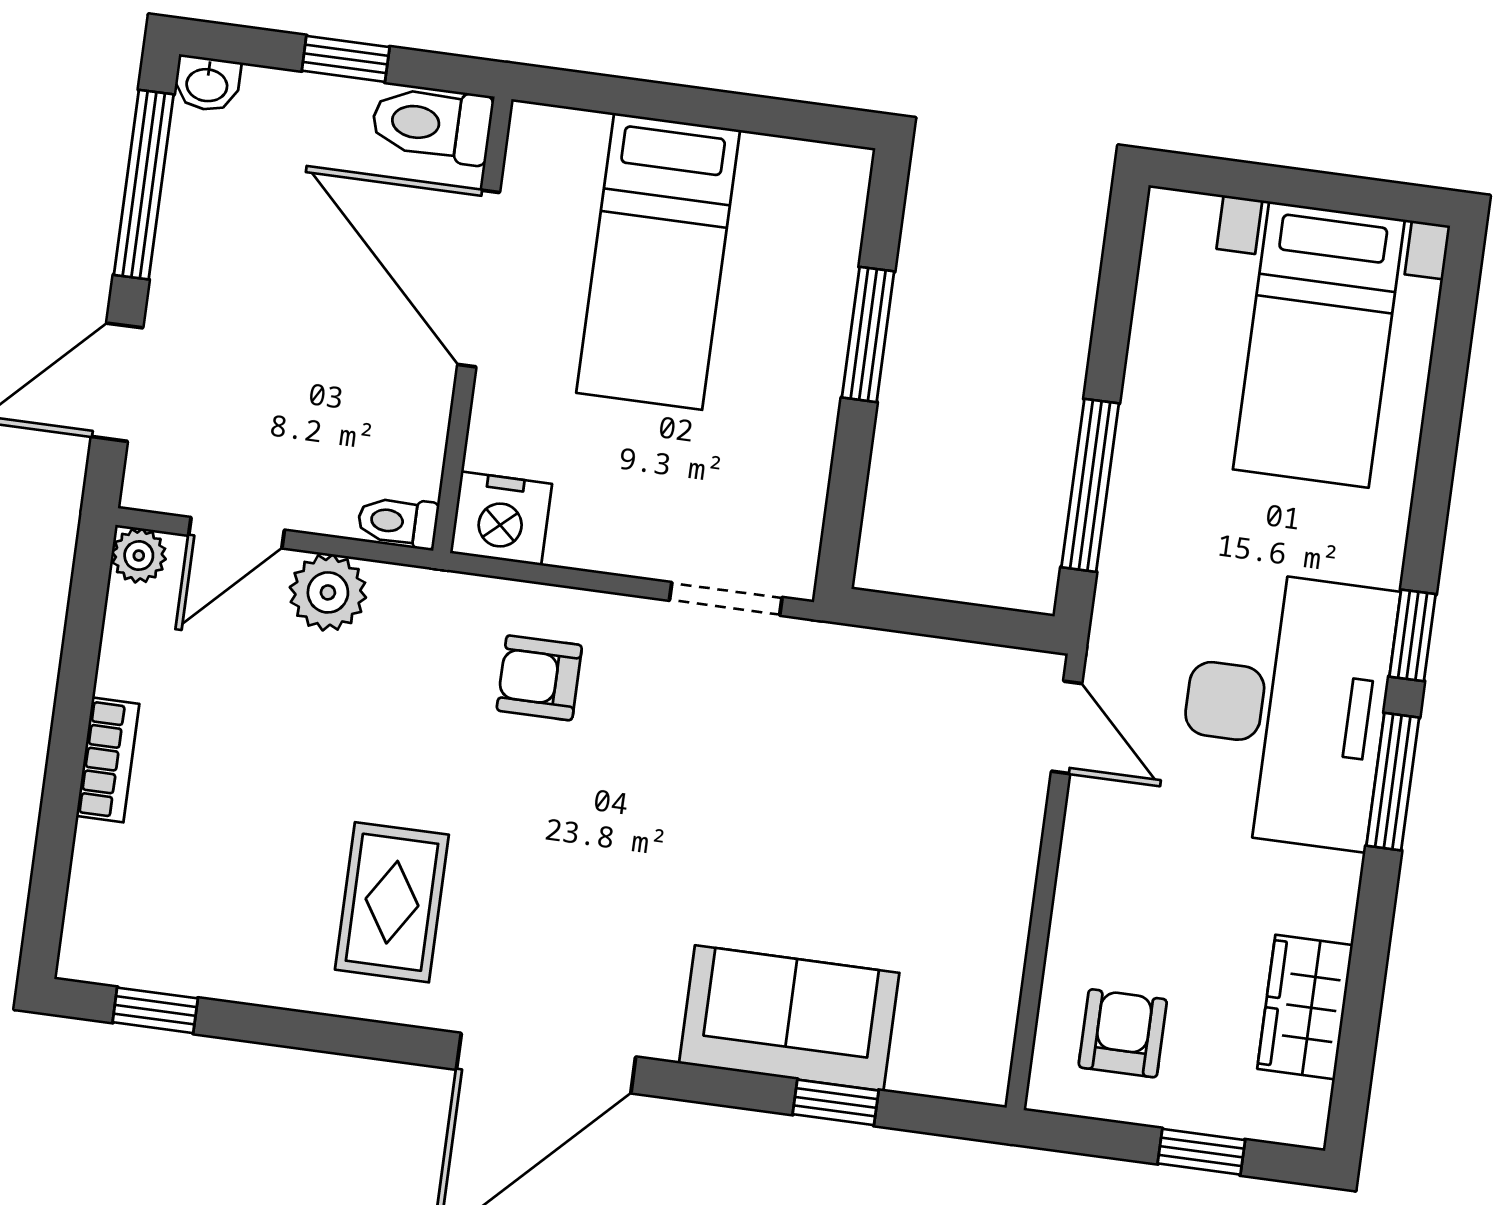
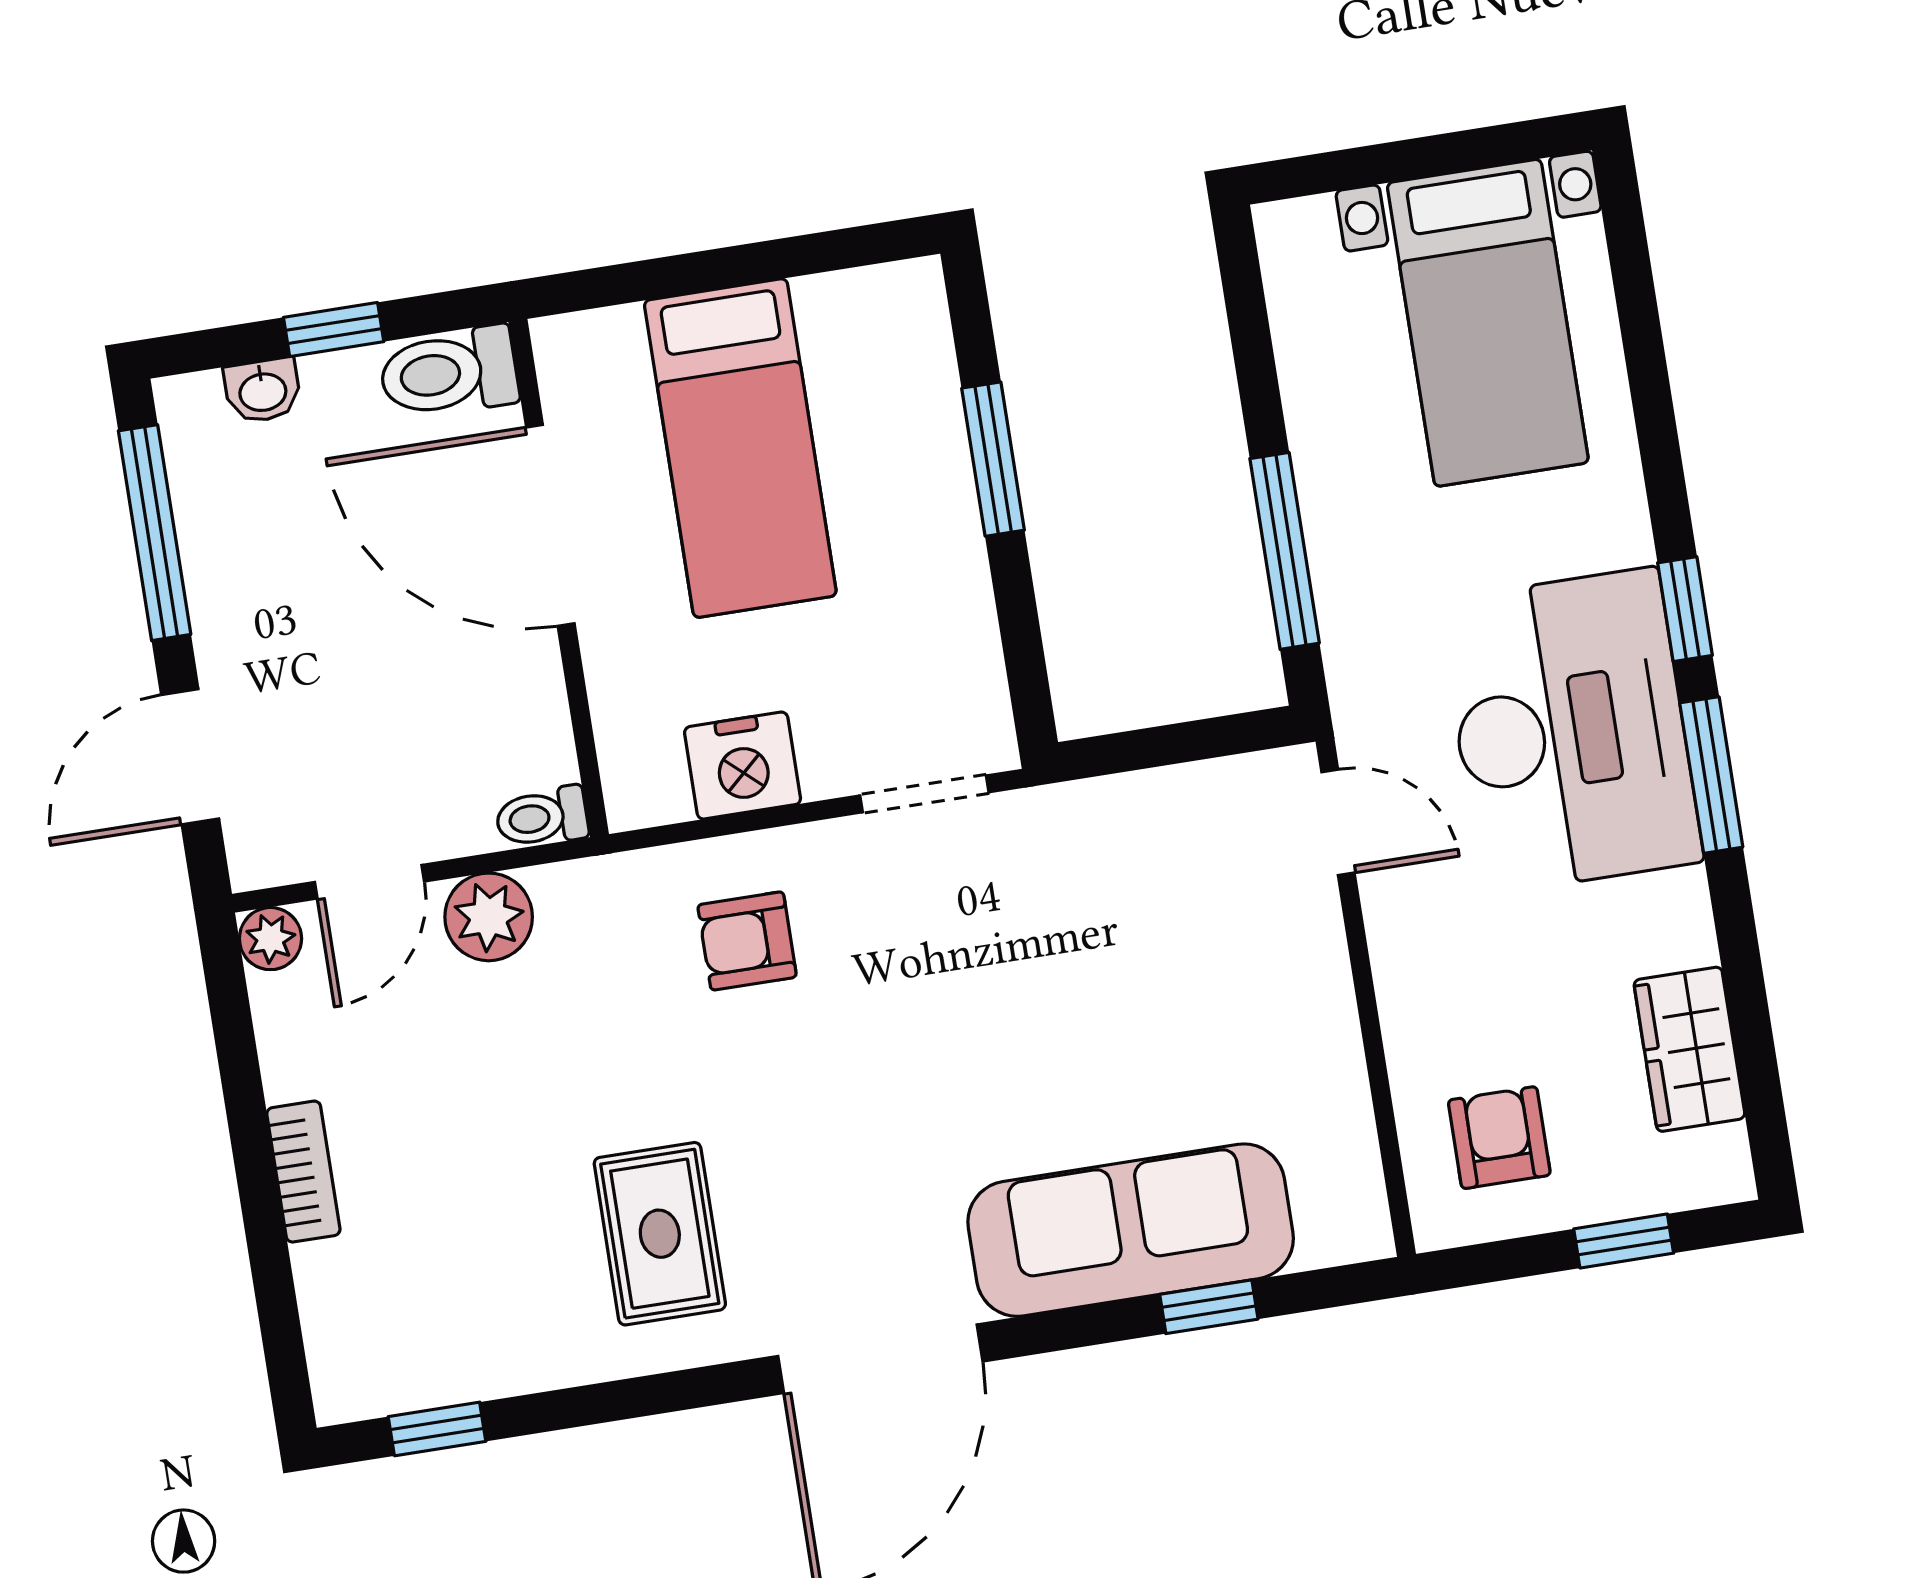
washbasin: (207, 84) -> (263, 390), moved
nightstand: (501, 518) -> (743, 766), moved
sofa: (789, 1018) -> (1131, 1230), width x1.36

